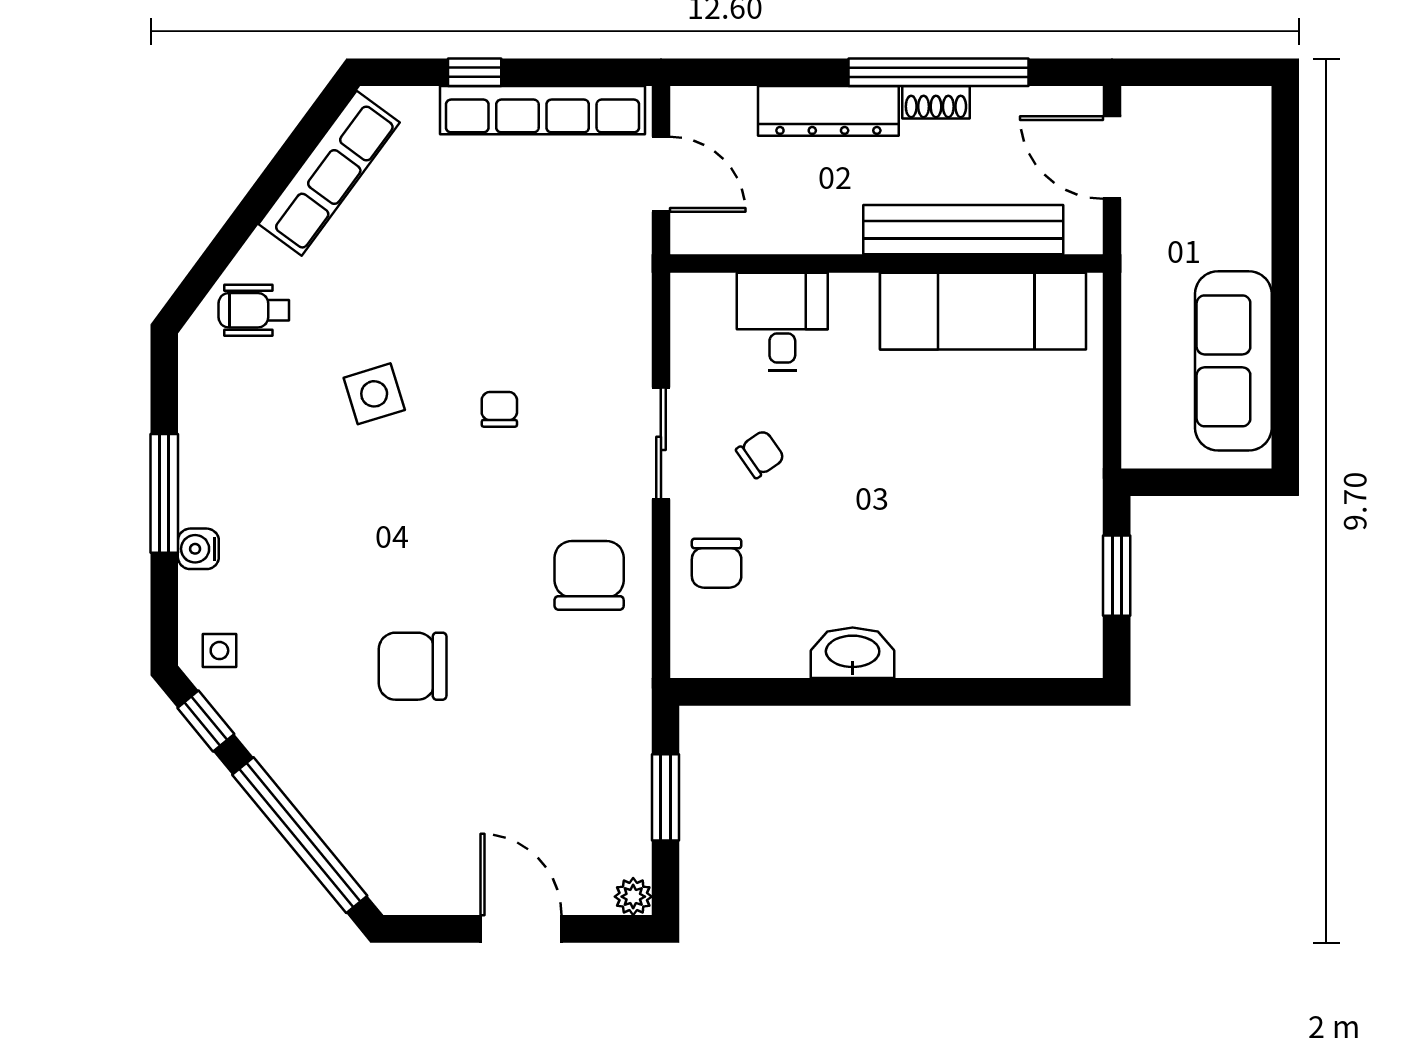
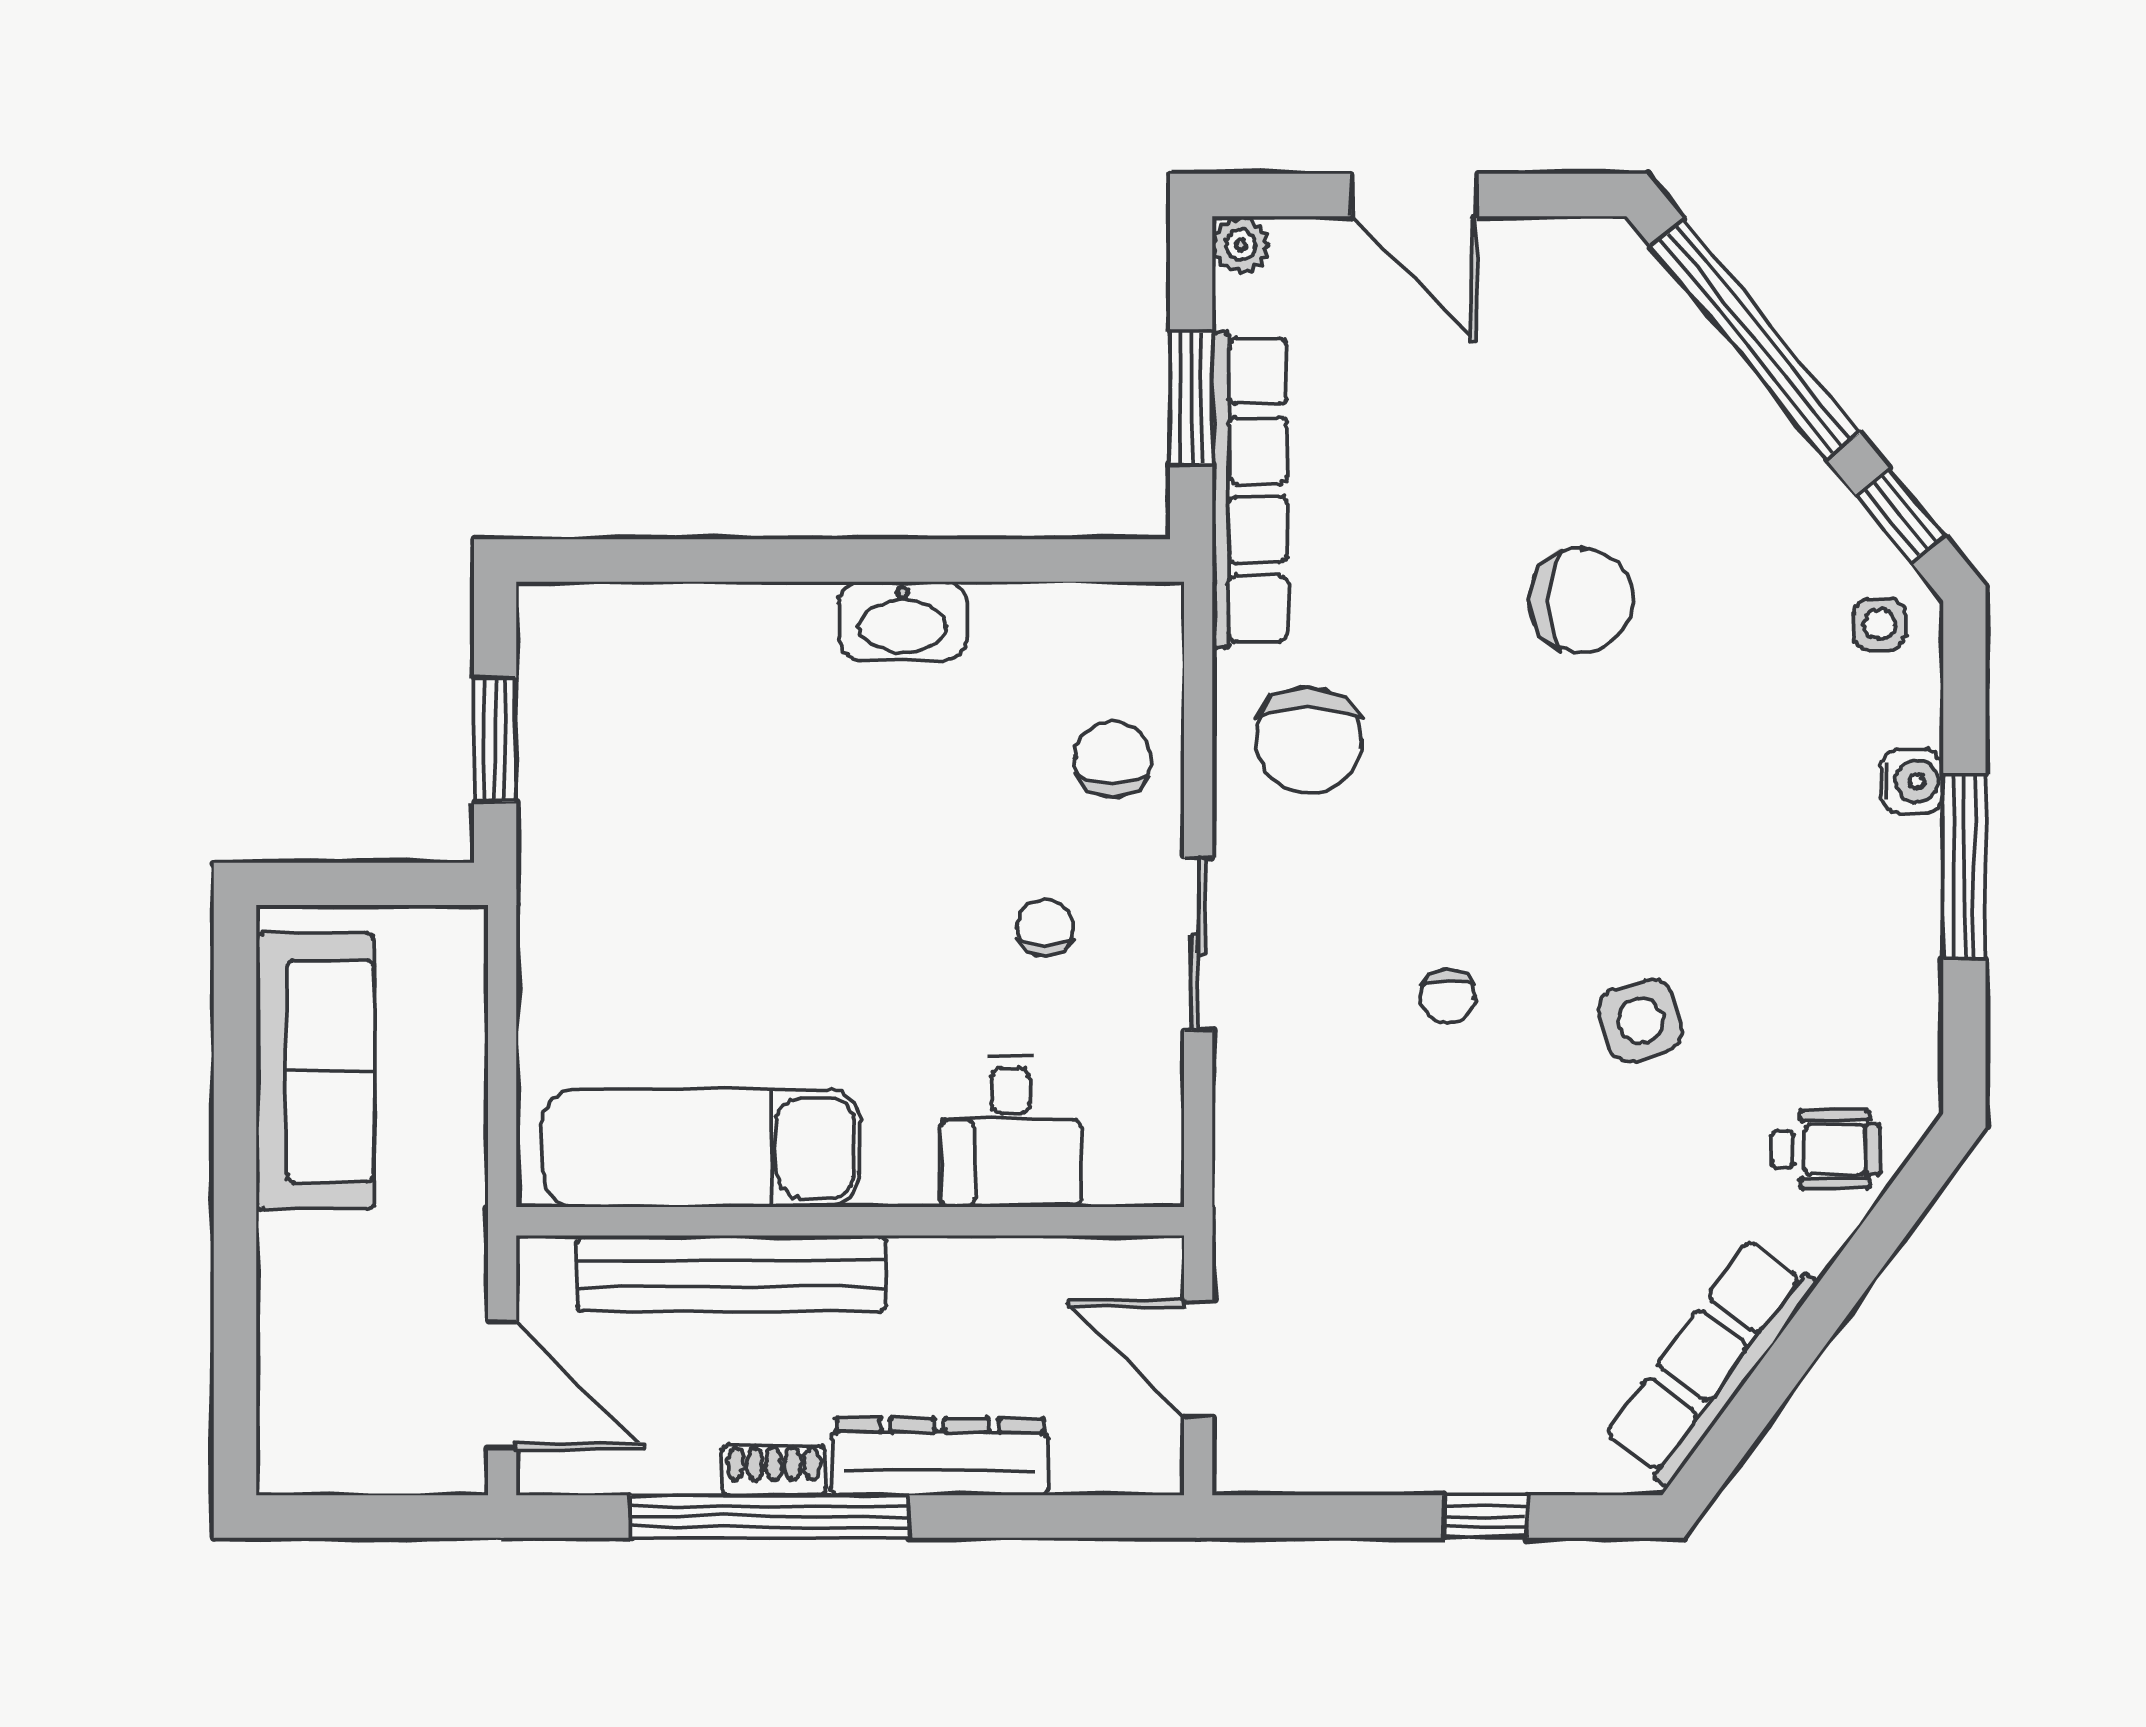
row of seats: (543, 110) -> (1250, 490), moved, turned 90
chair: (760, 454) -> (1045, 927), turned 125

